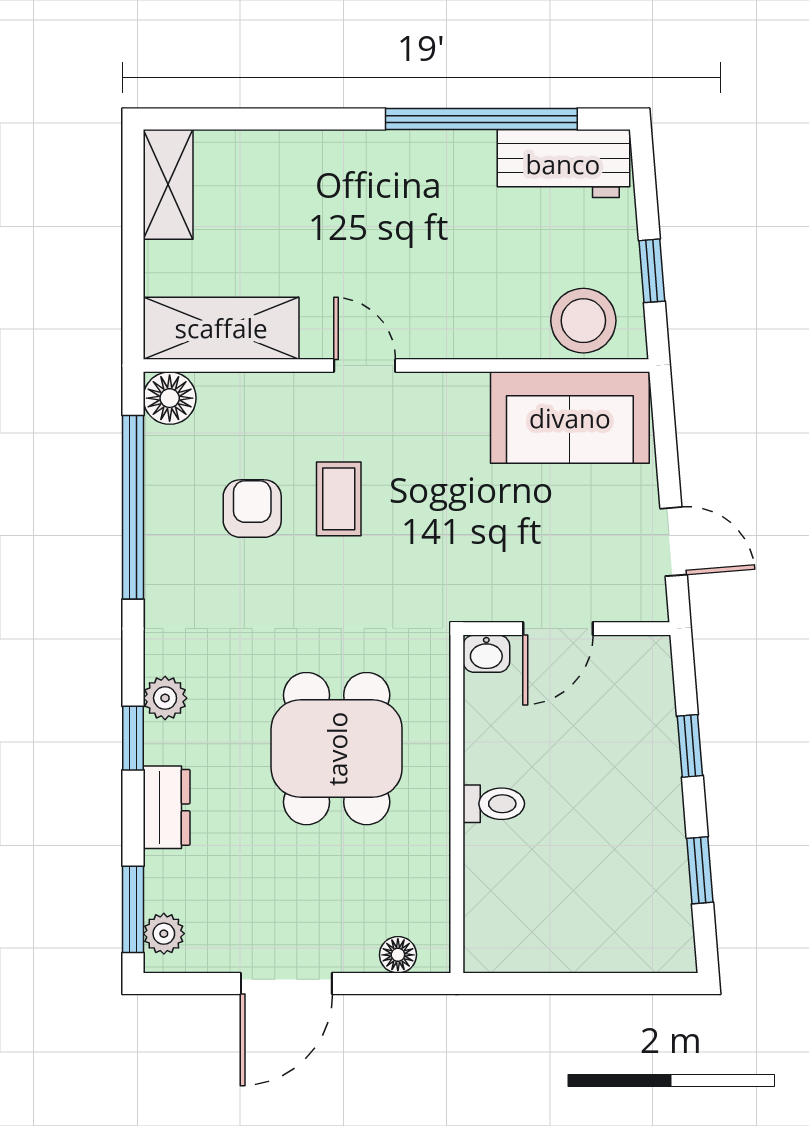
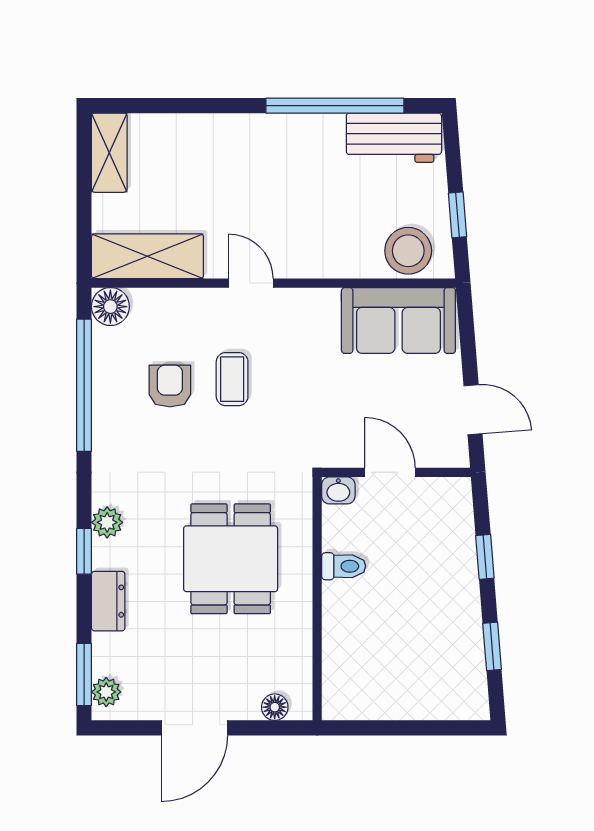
door: (558, 629) -> (390, 472), swing flipped
toilet: (494, 804) -> (344, 566), moved

